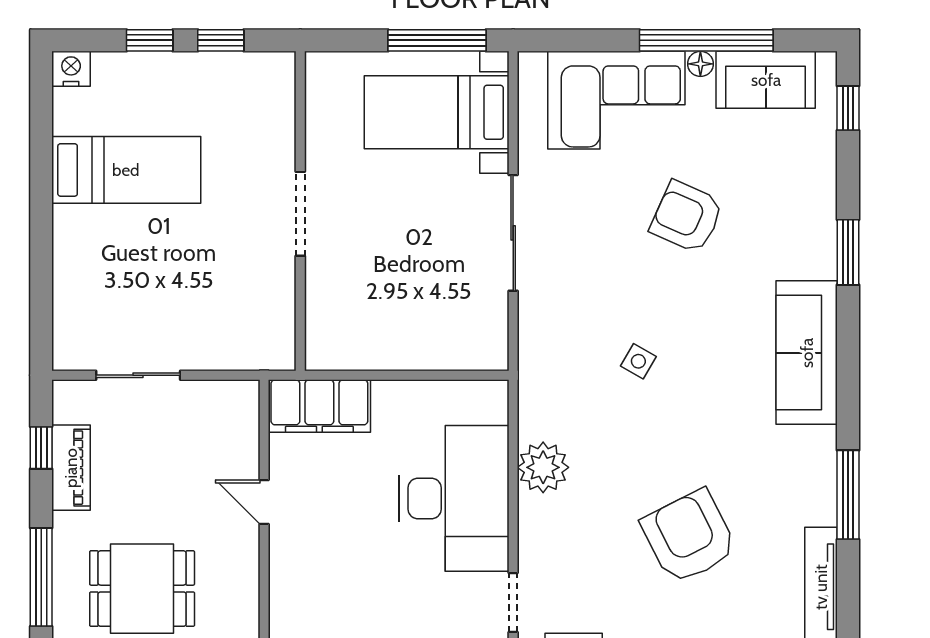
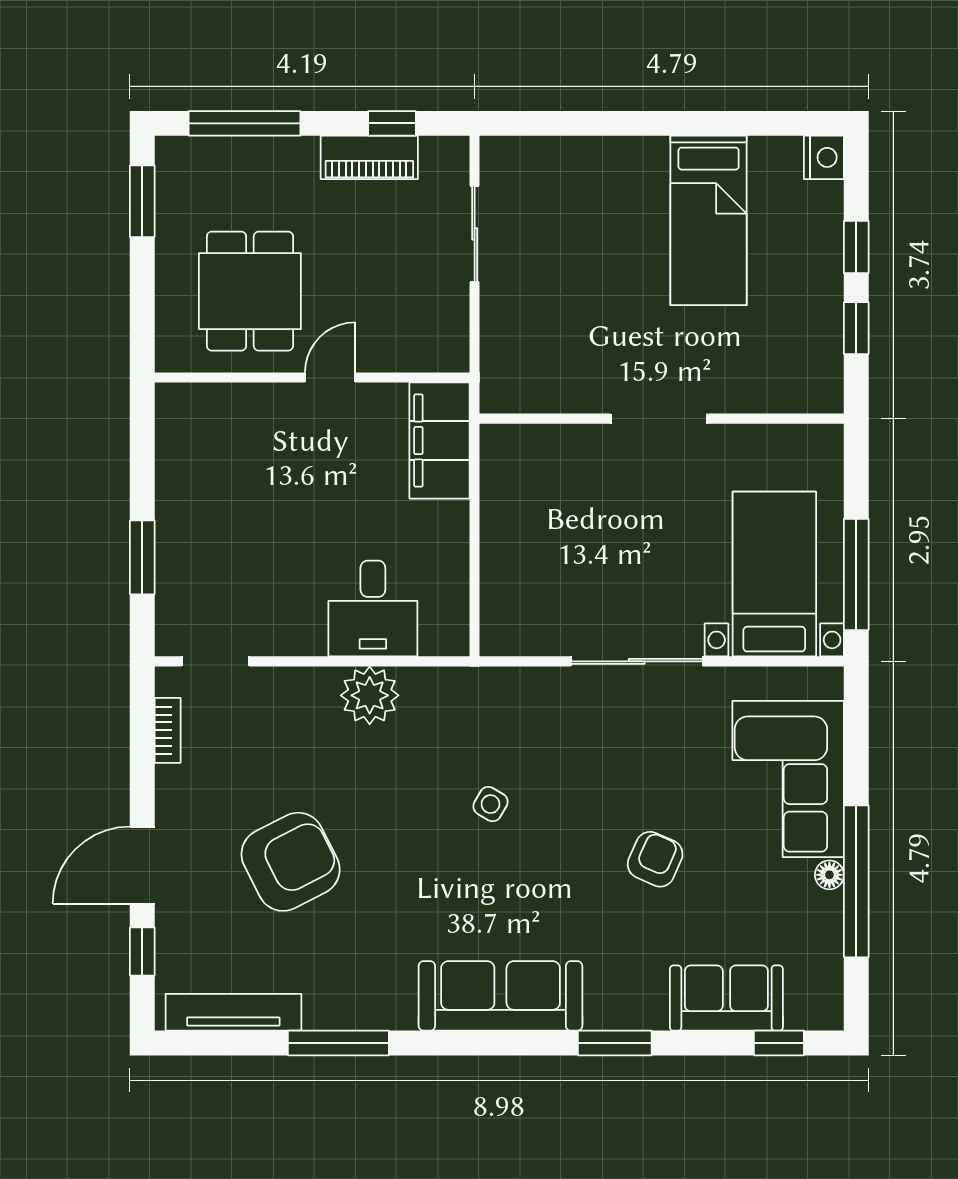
sofa: (766, 80) -> (726, 998), moved, turned 90
armchair: (687, 217) -> (655, 859), width x0.72, depth x0.72
desk: (454, 498) -> (373, 608), width x0.53, depth x0.77
dining table: (142, 589) -> (250, 291), moved

